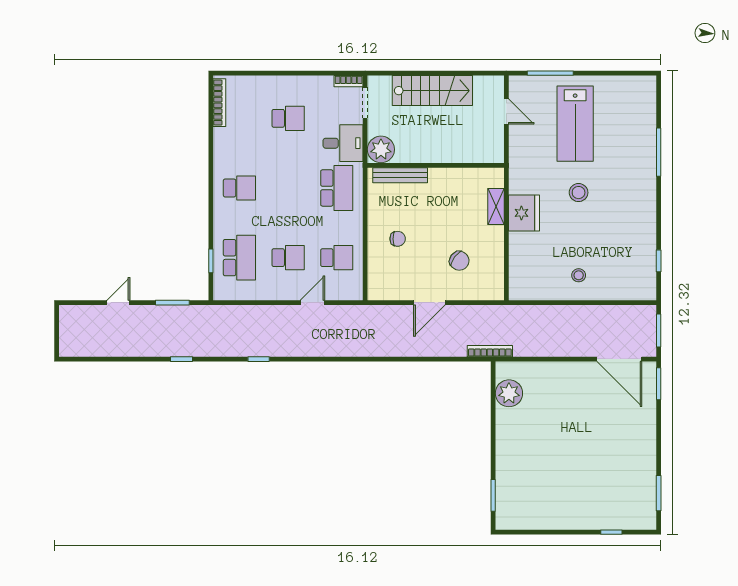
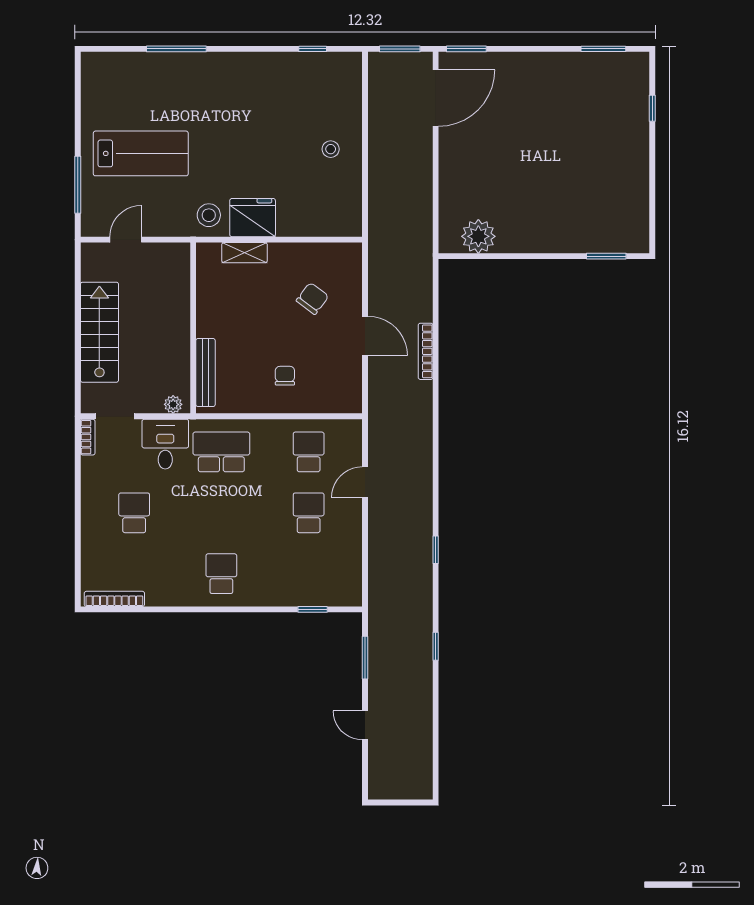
plant: (381, 149) -> (173, 404), width x0.53, depth x0.53
stool: (579, 193) -> (209, 215), moved
school desk: (239, 258) -> (309, 574), removed
door: (312, 303) -> (365, 482), hinge flipped
bookcase: (490, 351) -> (426, 351), moved

